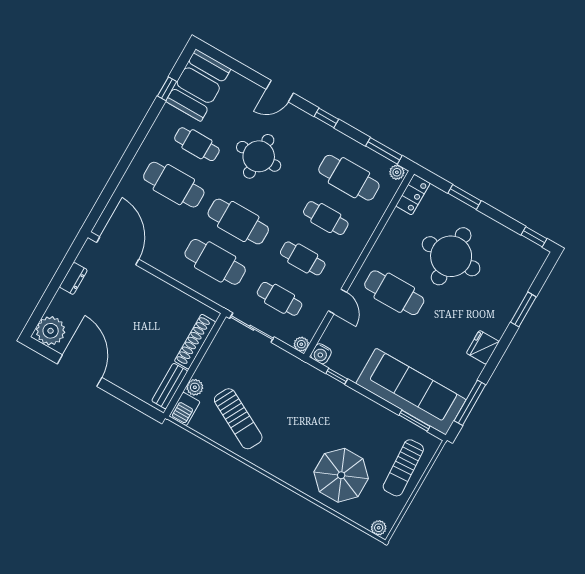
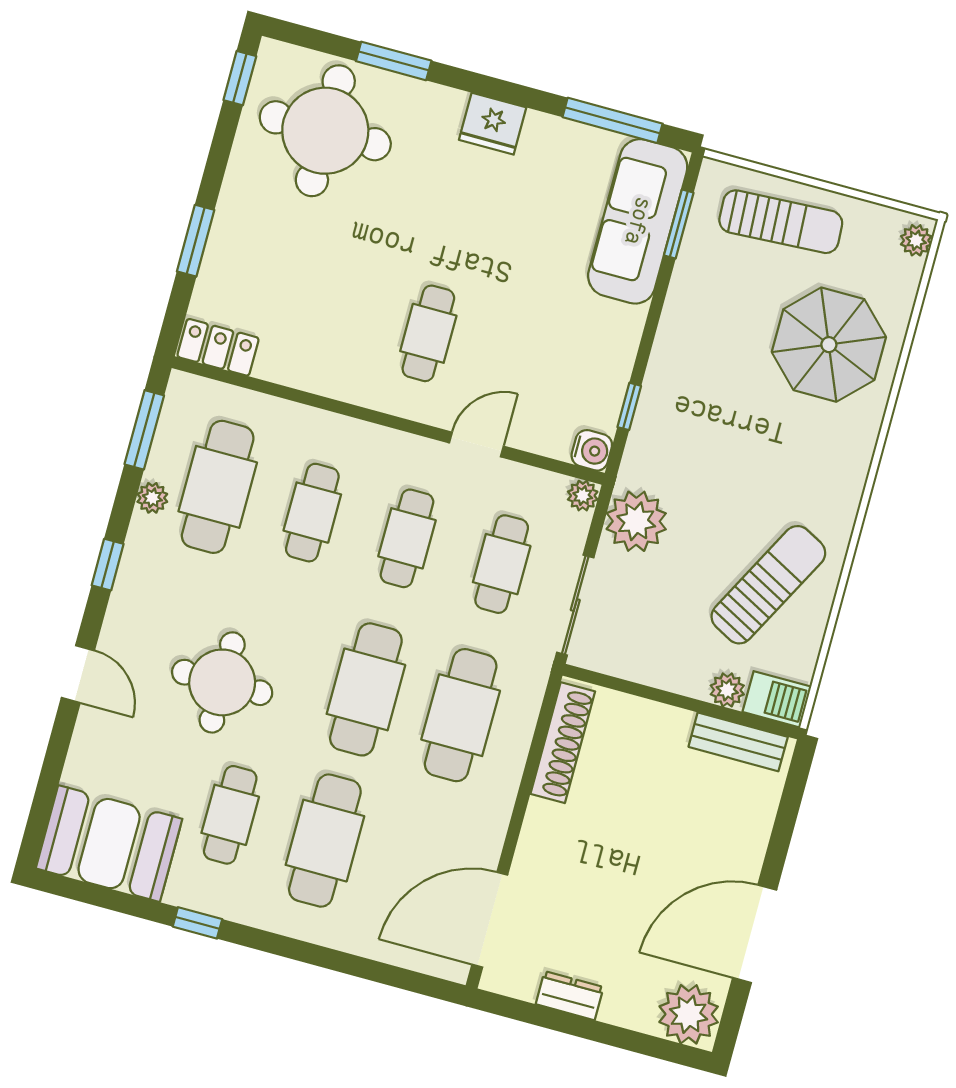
window: (167, 89) -> (197, 923), moved
plant: (397, 172) -> (152, 498), moved
round table: (451, 256) -> (325, 131), moved
cafe table: (394, 293) -> (428, 333), width x0.73, depth x0.74
shoe rack: (195, 342) -> (563, 743), moved, turned -90
plant: (283, 366) -> (636, 521), added
sofa: (411, 392) -> (638, 221), width x0.74, depth x0.79

